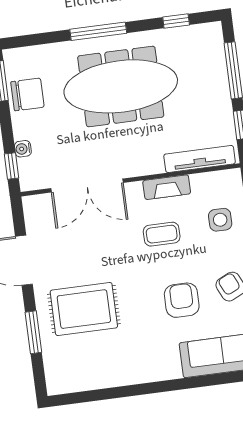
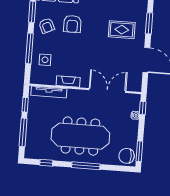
chair: (27, 94) -> (127, 156), moved
coffee table: (162, 234) -> (75, 59), removed
rug: (84, 309) -> (122, 30), width x0.73, depth x0.70

